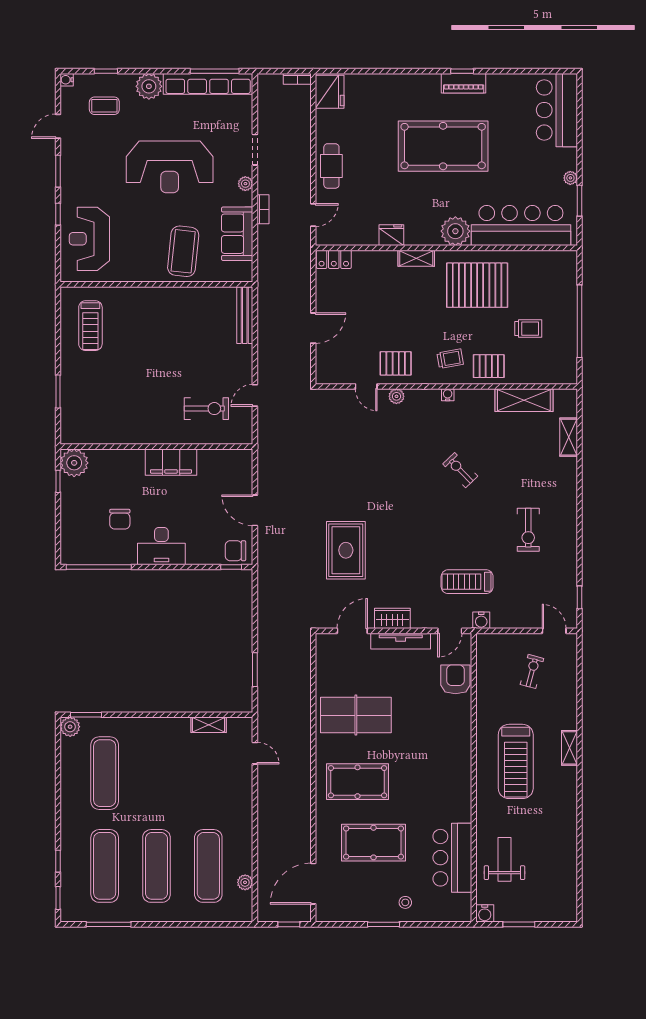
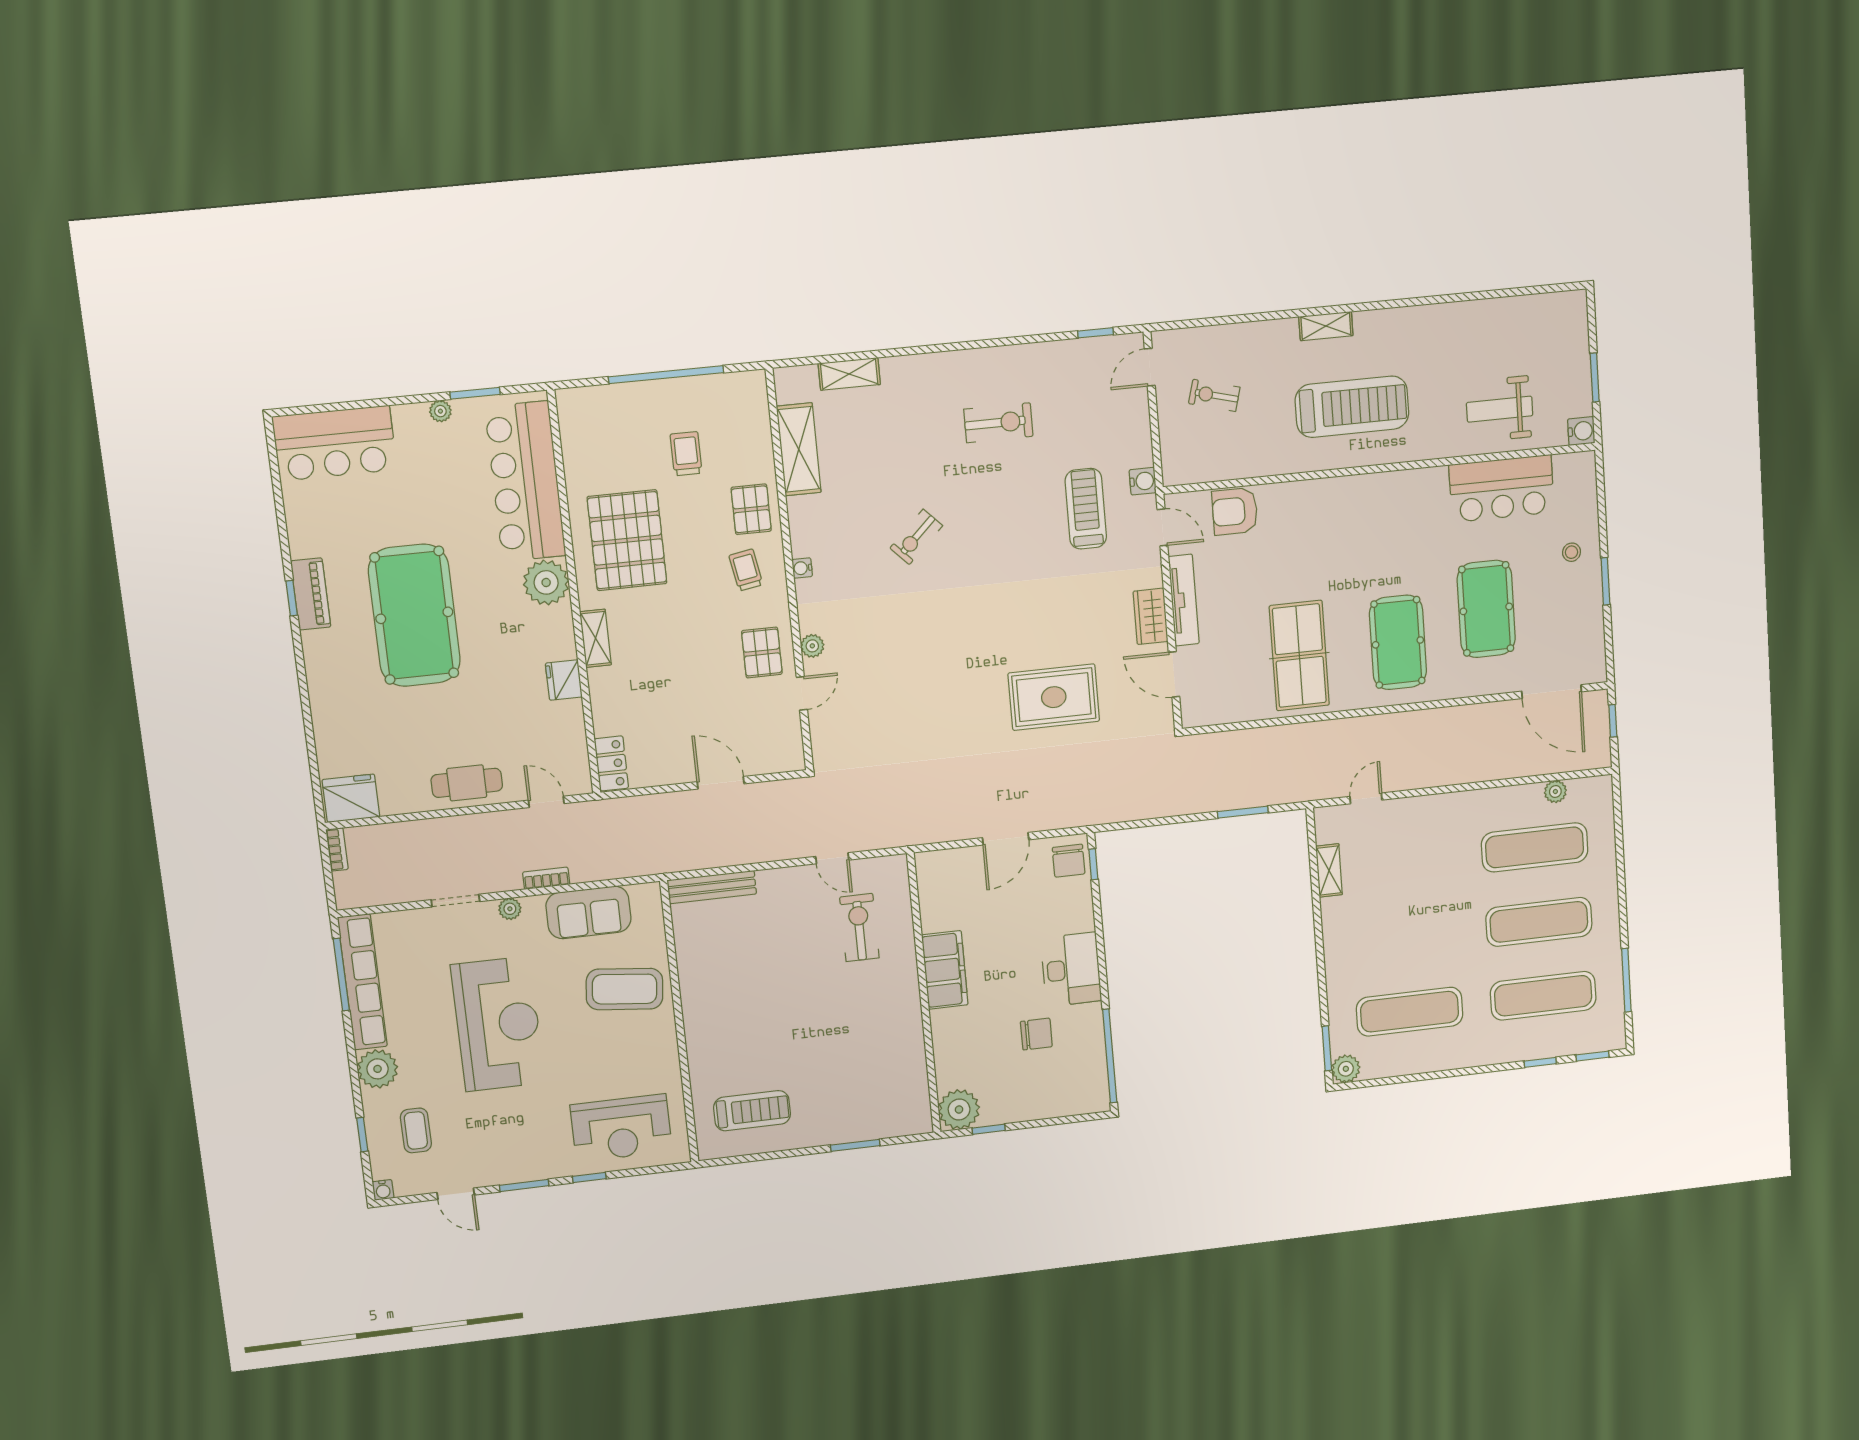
treadmill: (467, 582) -> (1086, 509), turned 180

